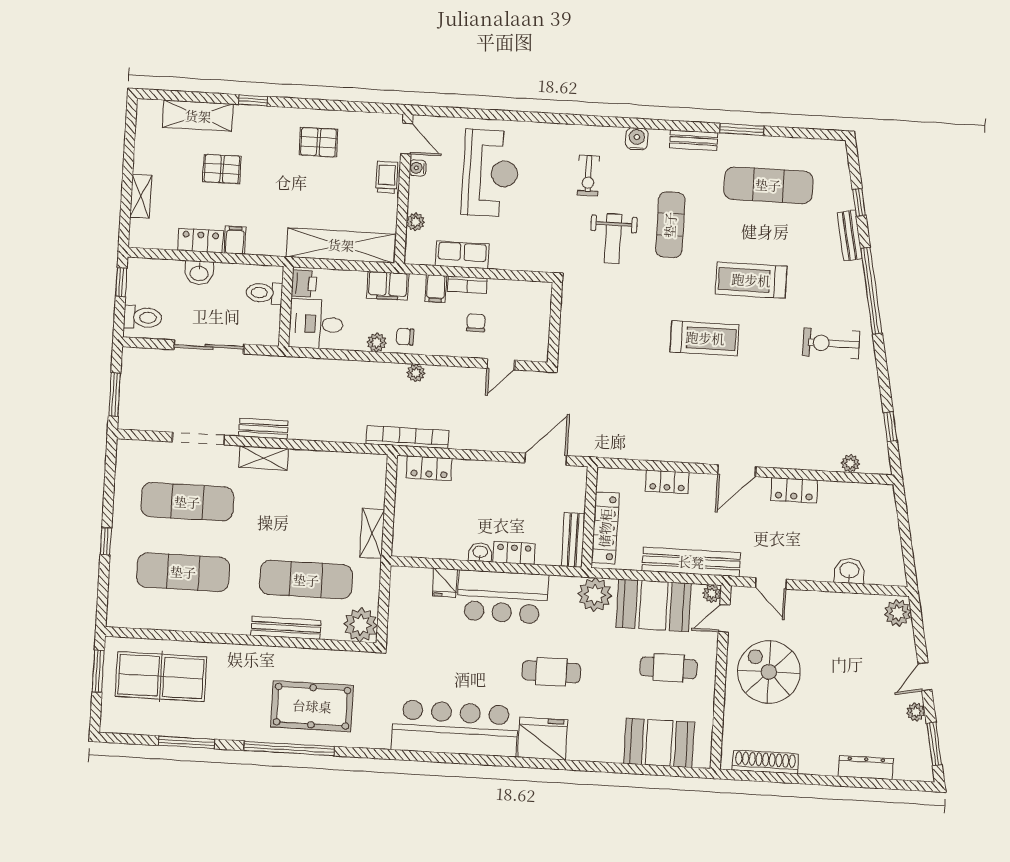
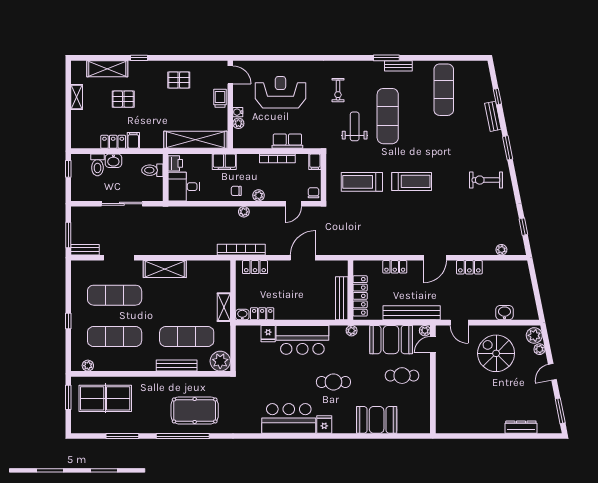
window: (742, 129) -> (386, 58), moved
water cooler: (637, 139) -> (365, 67), removed
water cooler: (418, 168) -> (238, 112), moved
reception desk: (490, 173) -> (280, 92), turned -90
exercise mat: (768, 185) -> (444, 90), turned 90
shelving: (141, 196) -> (77, 97), moved
exercise mat: (670, 225) -> (388, 116), width x1.36, depth x1.45
weight bench: (613, 239) -> (355, 126), turned 180
row of seats: (462, 255) -> (287, 141), moved
treadmill: (751, 280) -> (362, 182), moved
bookcase: (467, 285) -> (277, 158), width x1.56
filing cabinet: (436, 289) -> (315, 162), moved
window: (871, 291) -> (508, 148), width x0.47
toilet: (143, 317) -> (97, 165), moved, turned 90
chair: (476, 323) -> (313, 193), moved
plant: (377, 343) -> (259, 195), moved
bench: (263, 429) -> (85, 250), moved
shelving: (264, 458) -> (165, 269), width x1.50, depth x1.33
door: (546, 459) -> (303, 258), moved
bench: (573, 540) -> (342, 298), width x1.36
washbasin: (480, 552) -> (242, 315), moved
locker: (514, 553) -> (262, 314), moved
plant: (595, 595) -> (352, 331), width x0.53, depth x0.53
plant: (135, 619) -> (88, 366), added
spiral stairs: (769, 672) -> (496, 353), moved
plant: (916, 712) -> (540, 349), moved
bar counter: (455, 728) -> (289, 418), width x0.73
fridge: (543, 739) -> (324, 424), width x0.53, depth x0.75
booth: (659, 743) -> (377, 420), moved
shoe rack: (765, 762) -> (462, 427), removed

